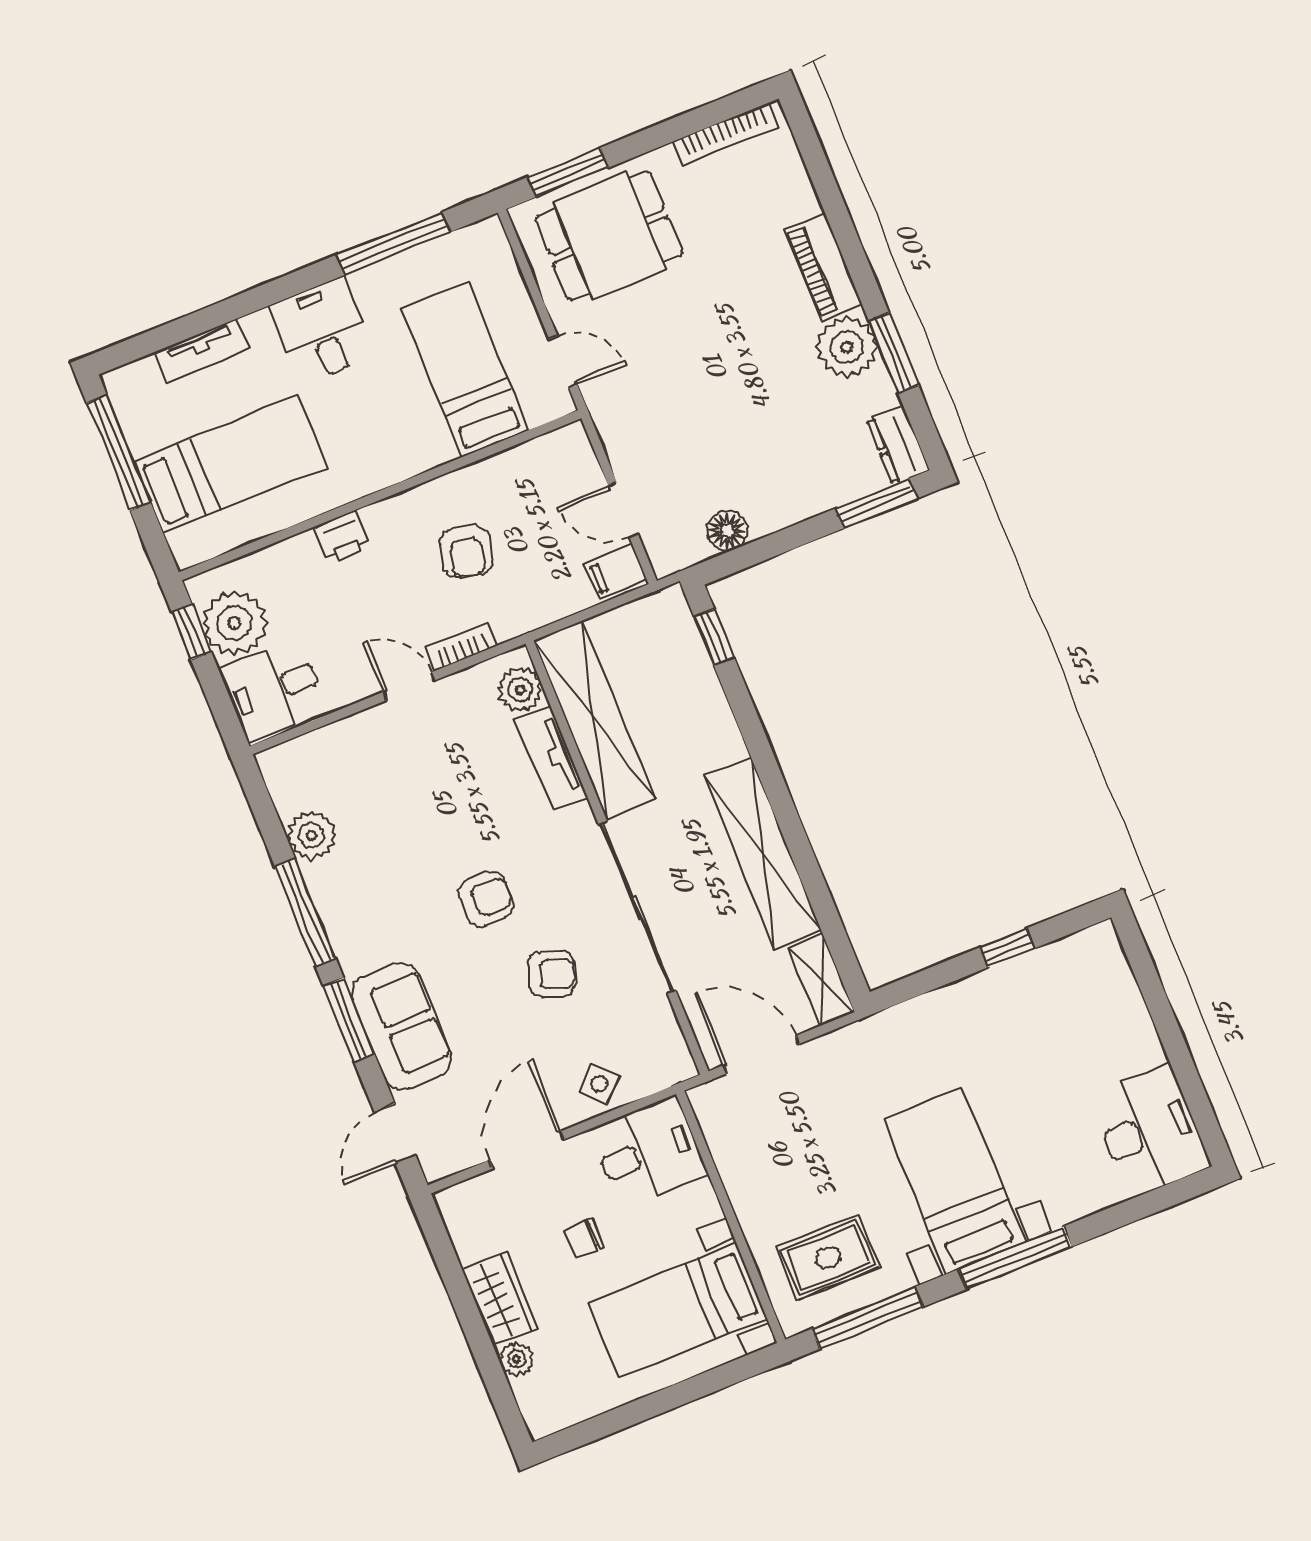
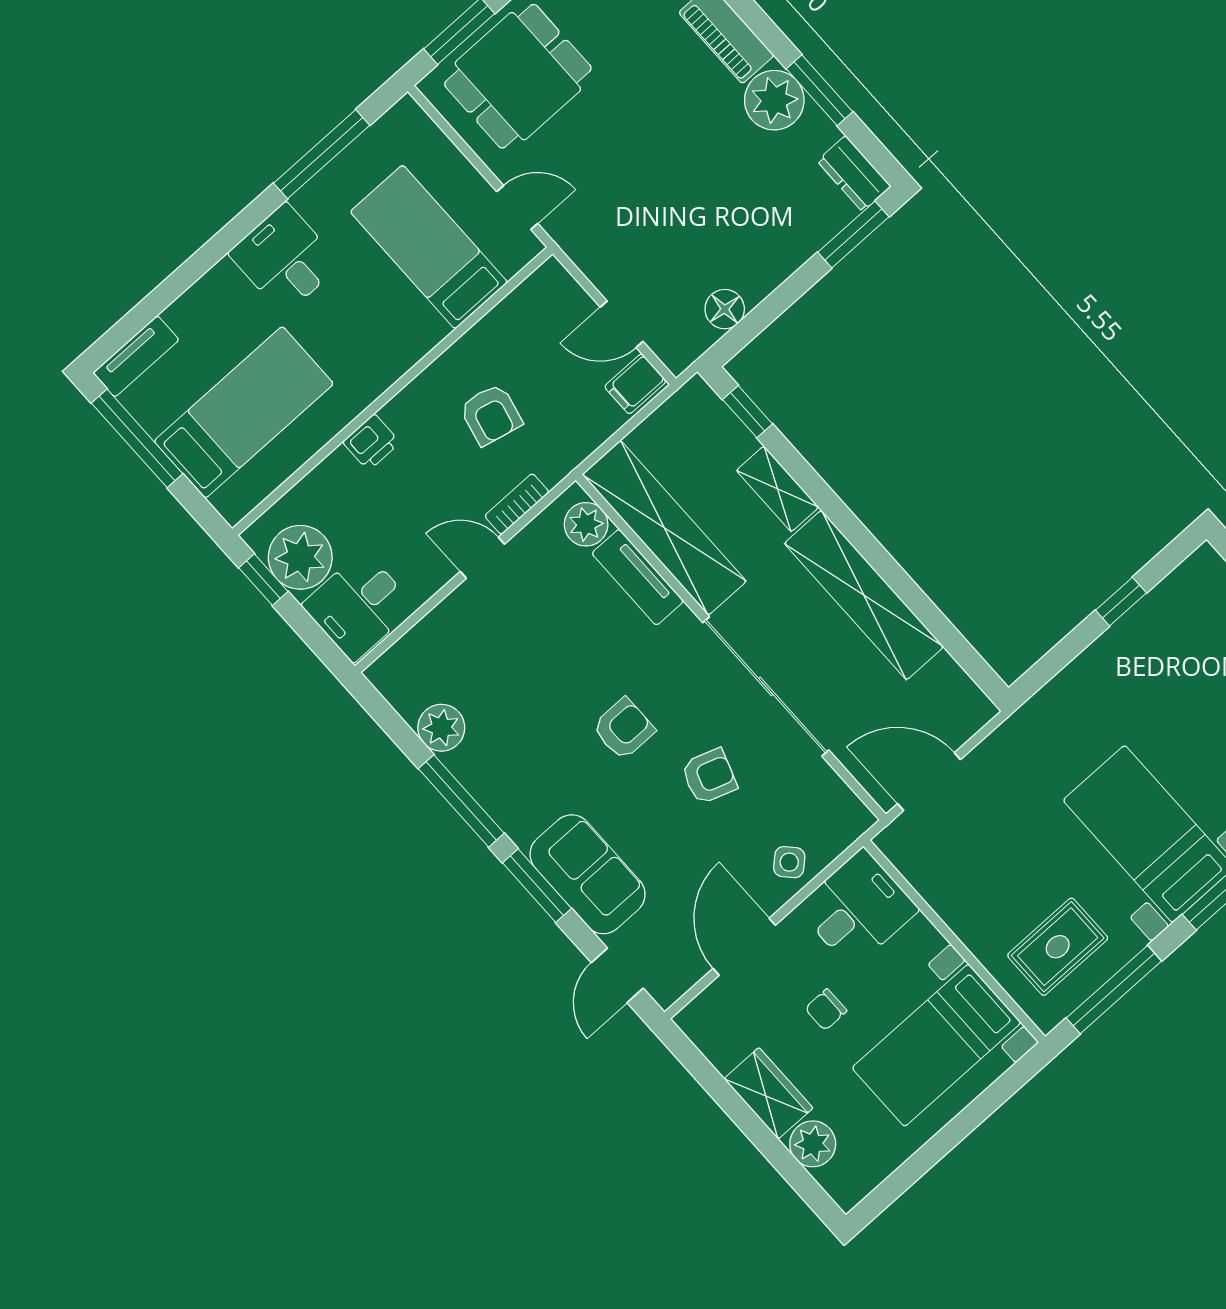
tv unit: (202, 351) -> (136, 356), moved
shelving: (821, 980) -> (778, 489), moved
plant: (517, 1359) -> (813, 1144), width x1.38, depth x1.38

